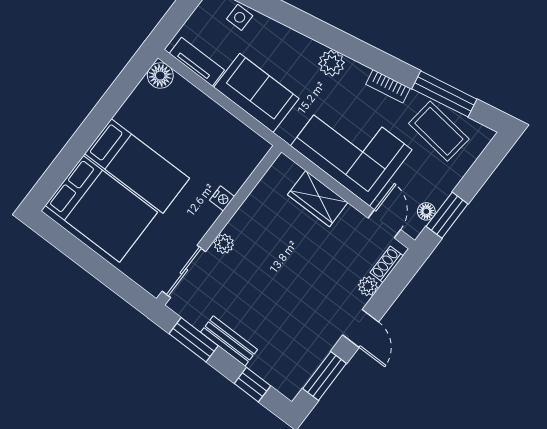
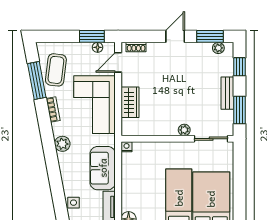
nightstand: (222, 198) -> (127, 147), moved
plant: (368, 286) -> (218, 48), moved

